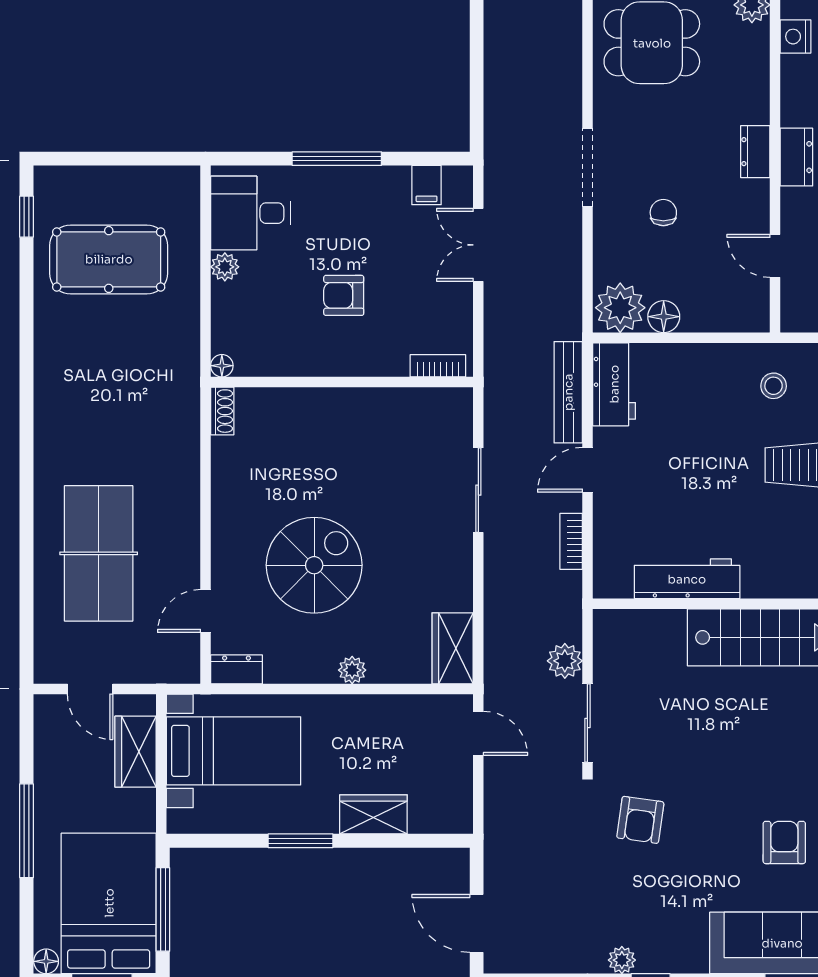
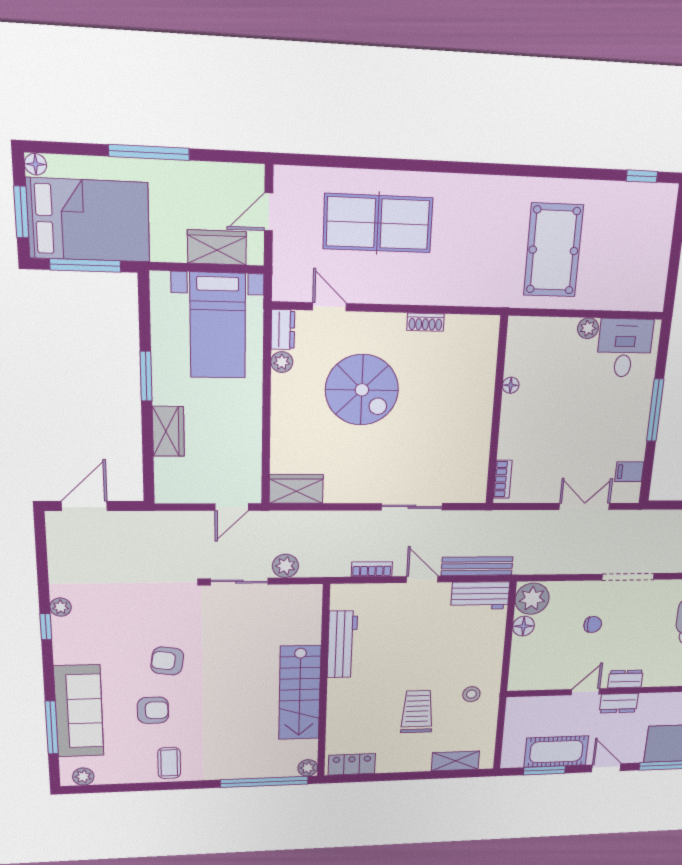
door: (775, 256) -> (585, 692), moved
pool table: (109, 259) -> (553, 250), moved
armchair: (344, 295) -> (559, 414), removed
floor lamp: (222, 366) -> (511, 385), moved
shoe rack: (222, 411) -> (425, 322), moved
plant: (352, 670) -> (282, 362), moved
armchair: (640, 820) -> (167, 661), moved

